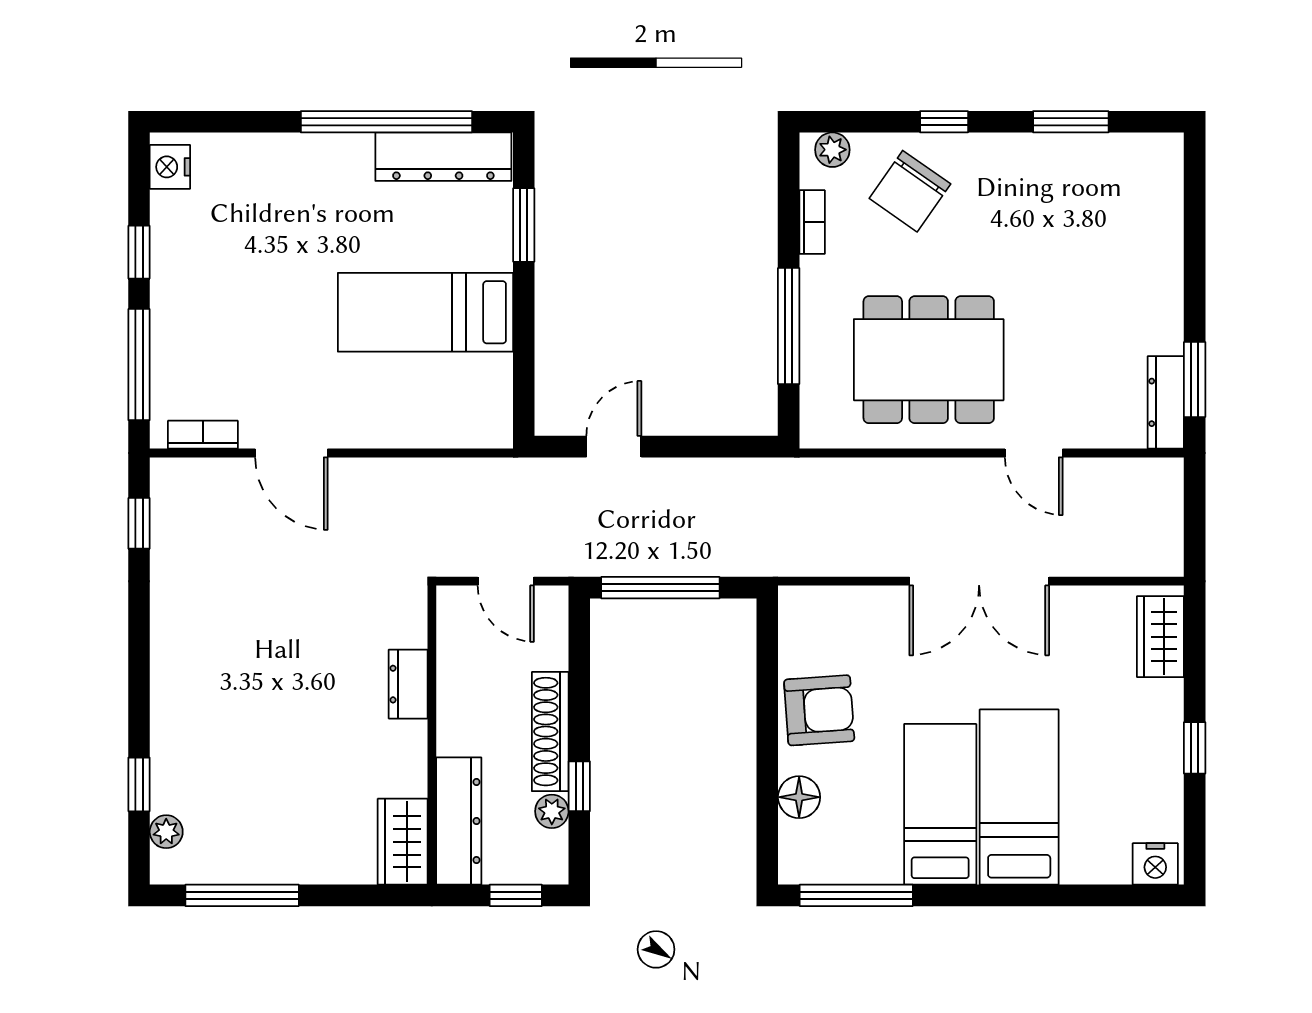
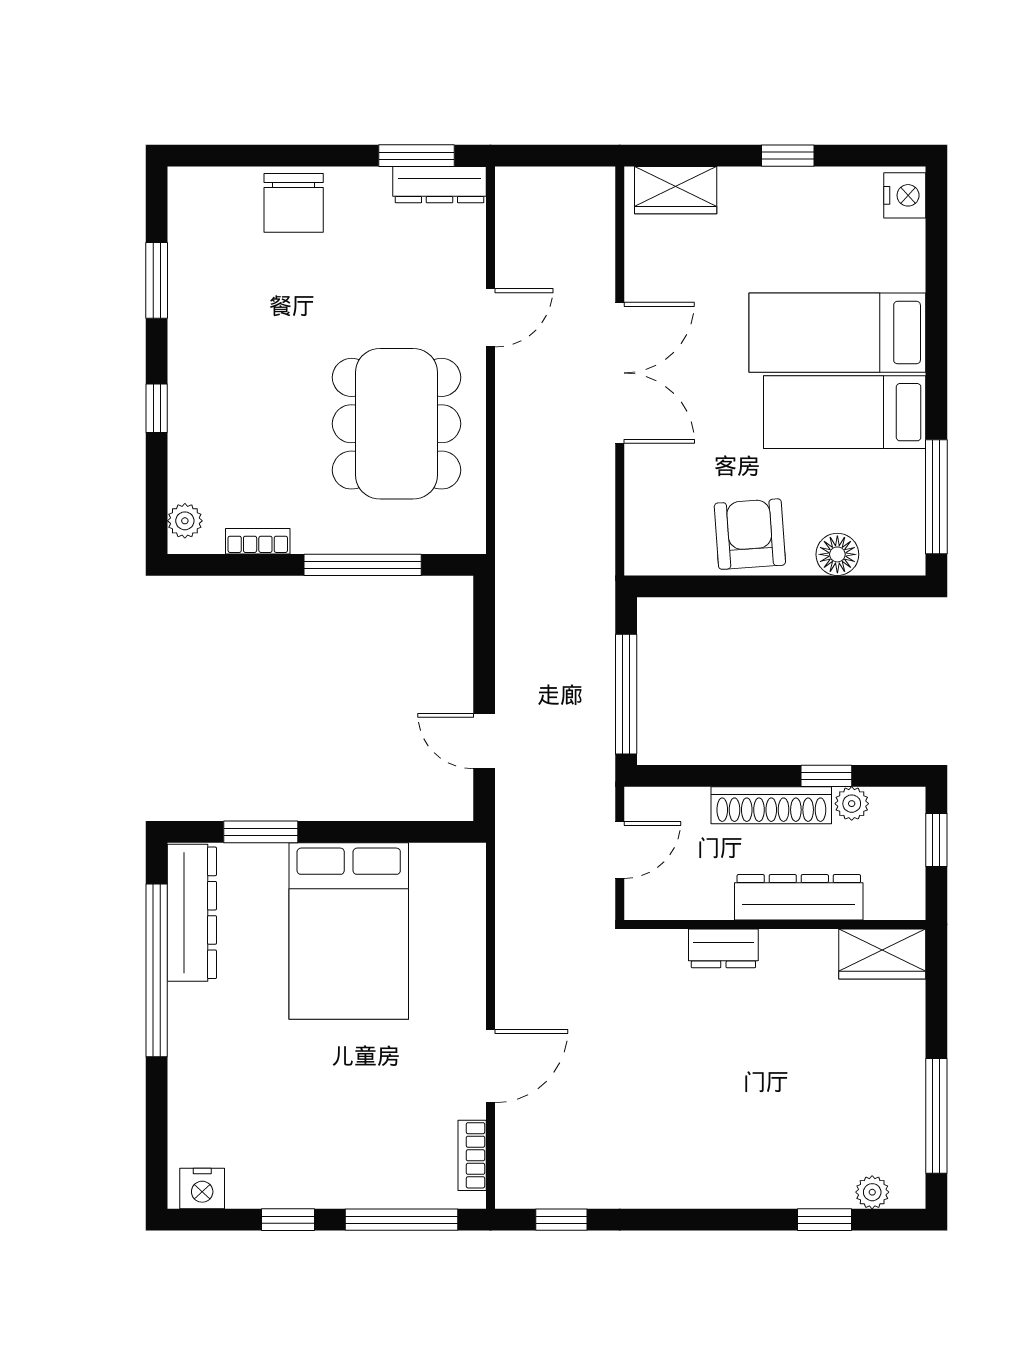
chair: (910, 191) -> (294, 203), moved, turned 55
bed: (425, 312) -> (349, 931), width x1.50
dresser: (459, 821) -> (799, 897), moved

